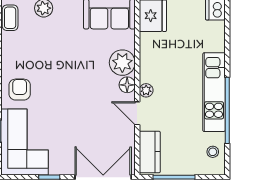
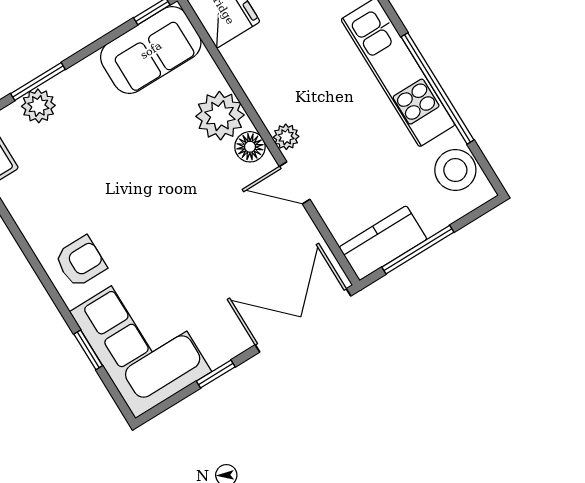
armchair: (20, 90) -> (81, 262), turned 90
kitchen counter: (150, 152) -> (383, 243), moved, turned -90
stool: (213, 152) -> (455, 170), width x1.89, depth x1.89

